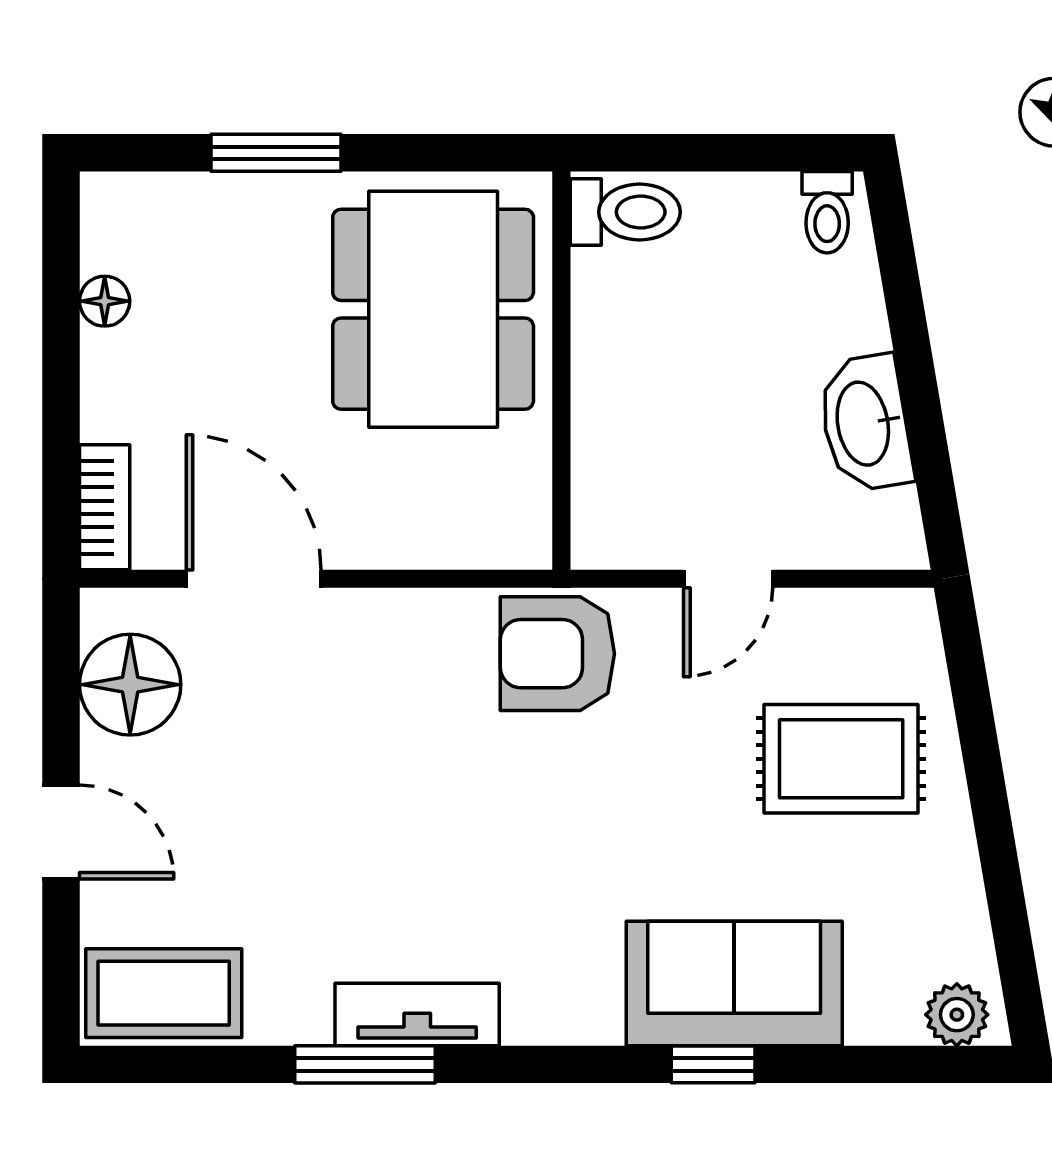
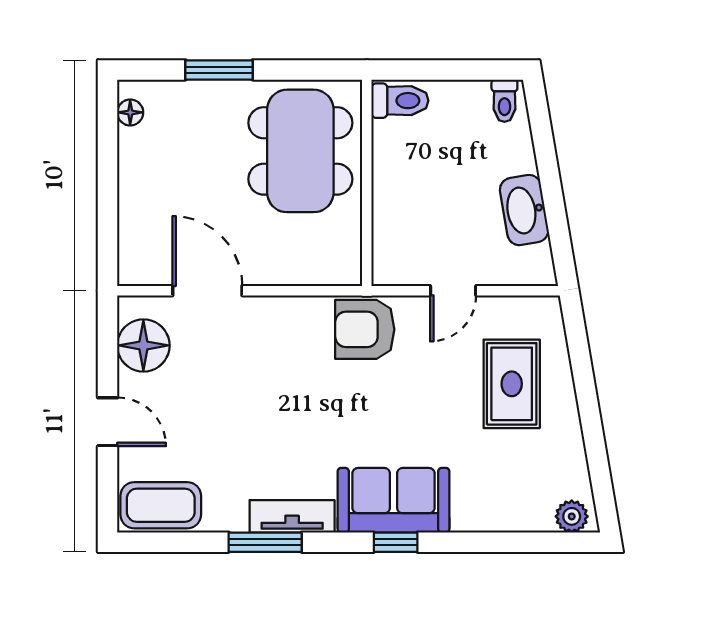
floor lamp: (105, 301) -> (130, 112), moved
bookcase: (105, 507) -> (130, 254), removed
rug: (841, 759) -> (512, 384), turned 90
sofa: (734, 983) -> (393, 500), moved
window: (713, 1064) -> (396, 542), moved

